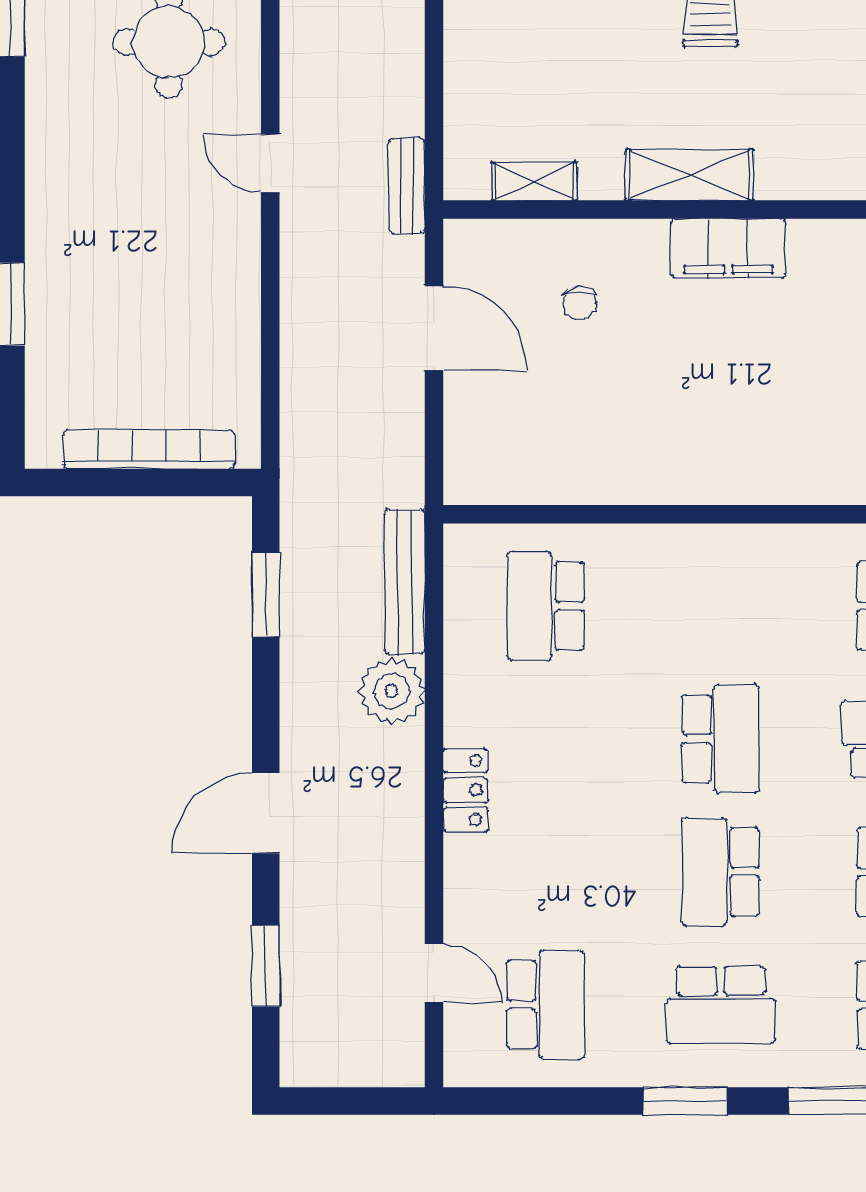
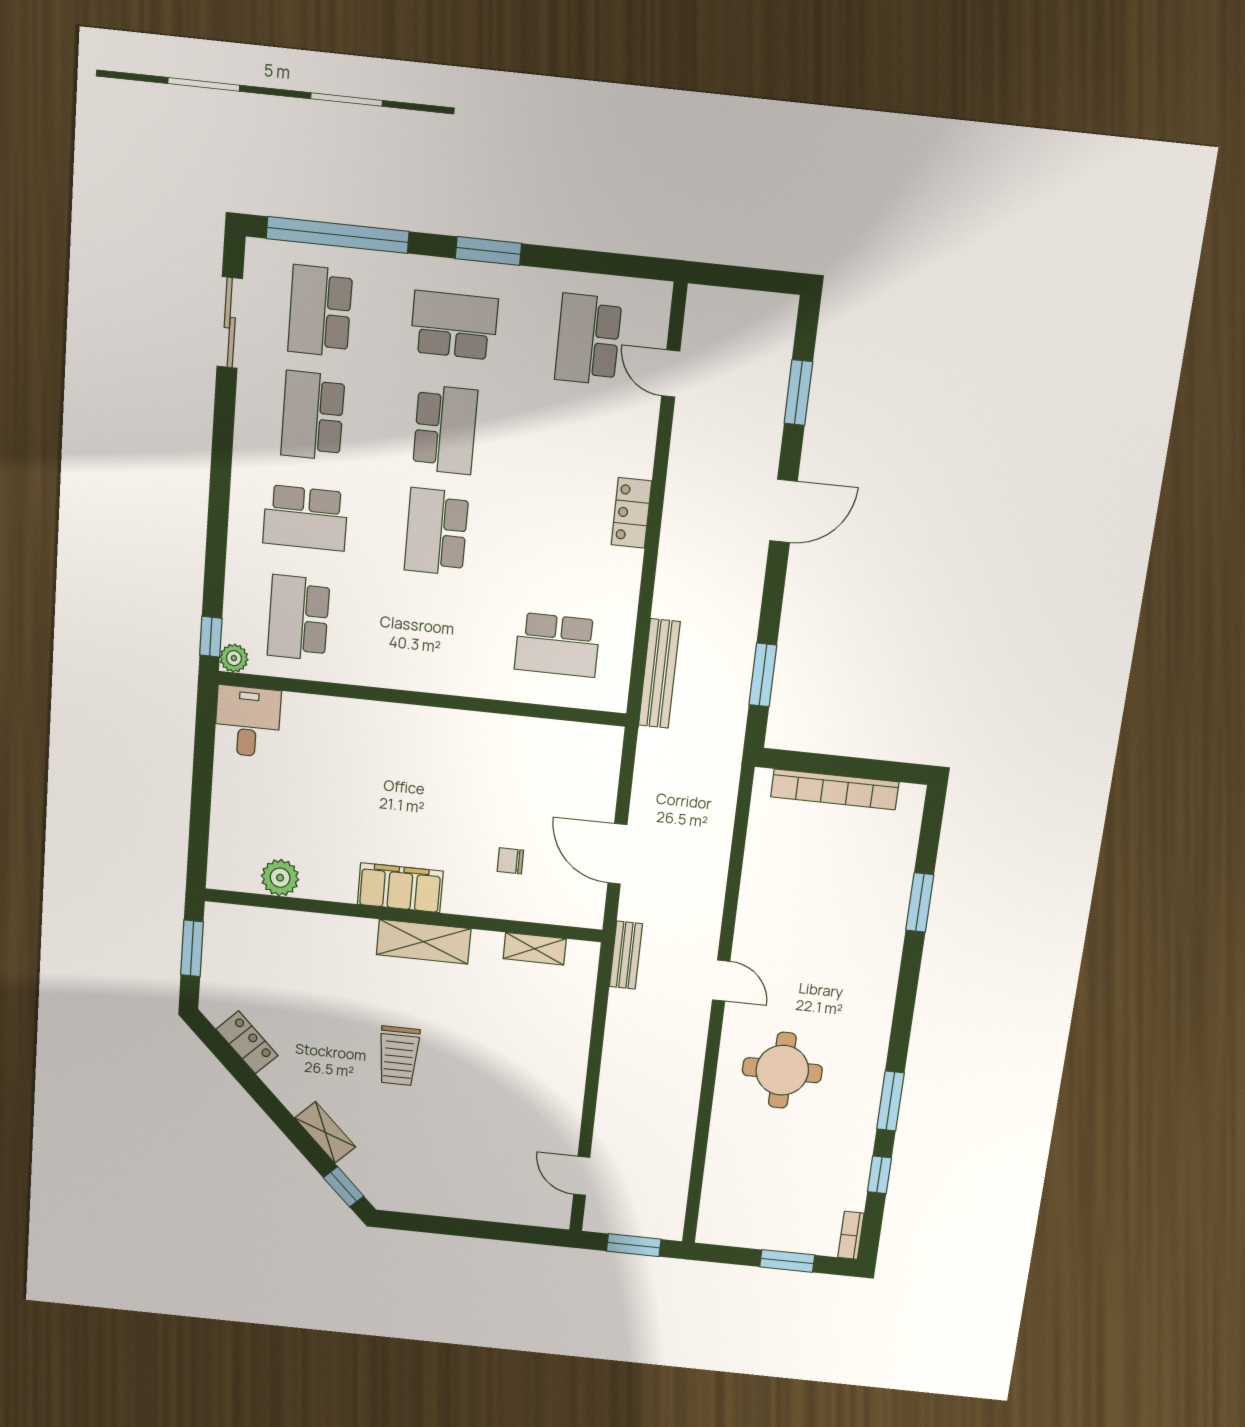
chair: (580, 303) -> (510, 861), turned -90
school desk: (546, 606) -> (557, 645), turned 90
plant: (392, 691) -> (678, 593), removed

